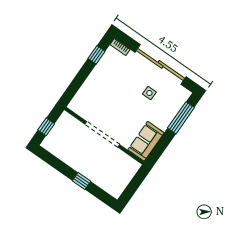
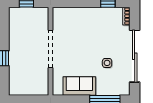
sofa: (146, 141) -> (79, 86), moved

